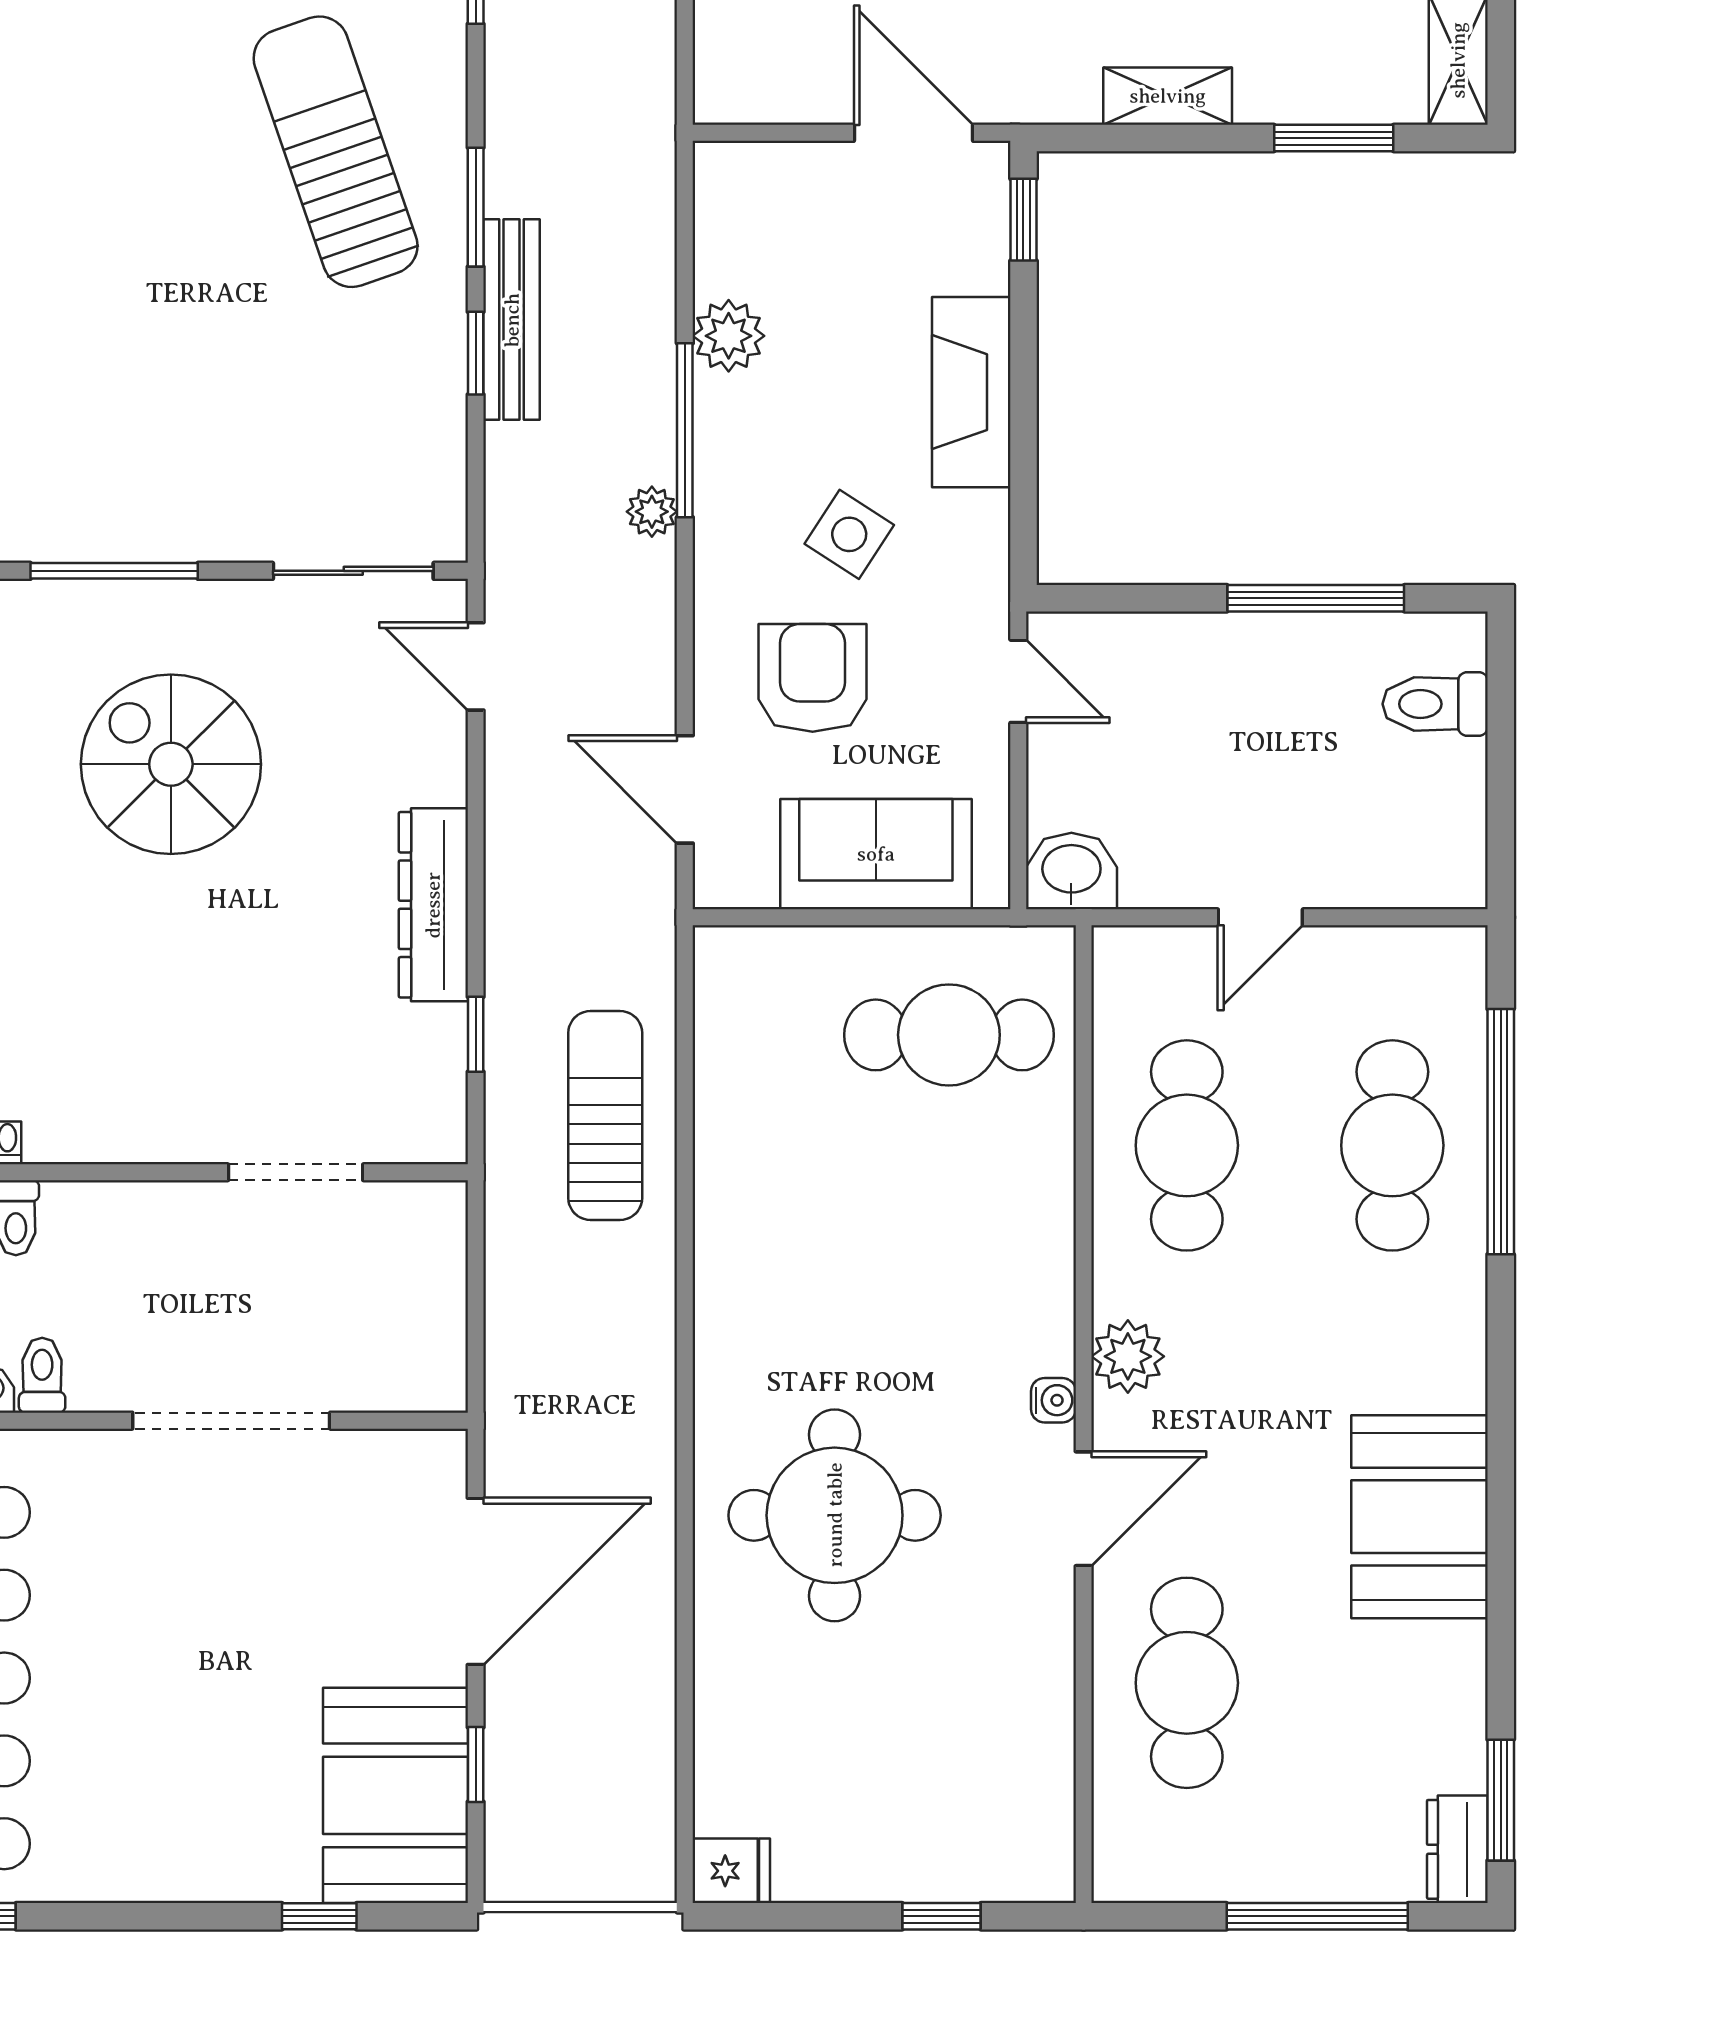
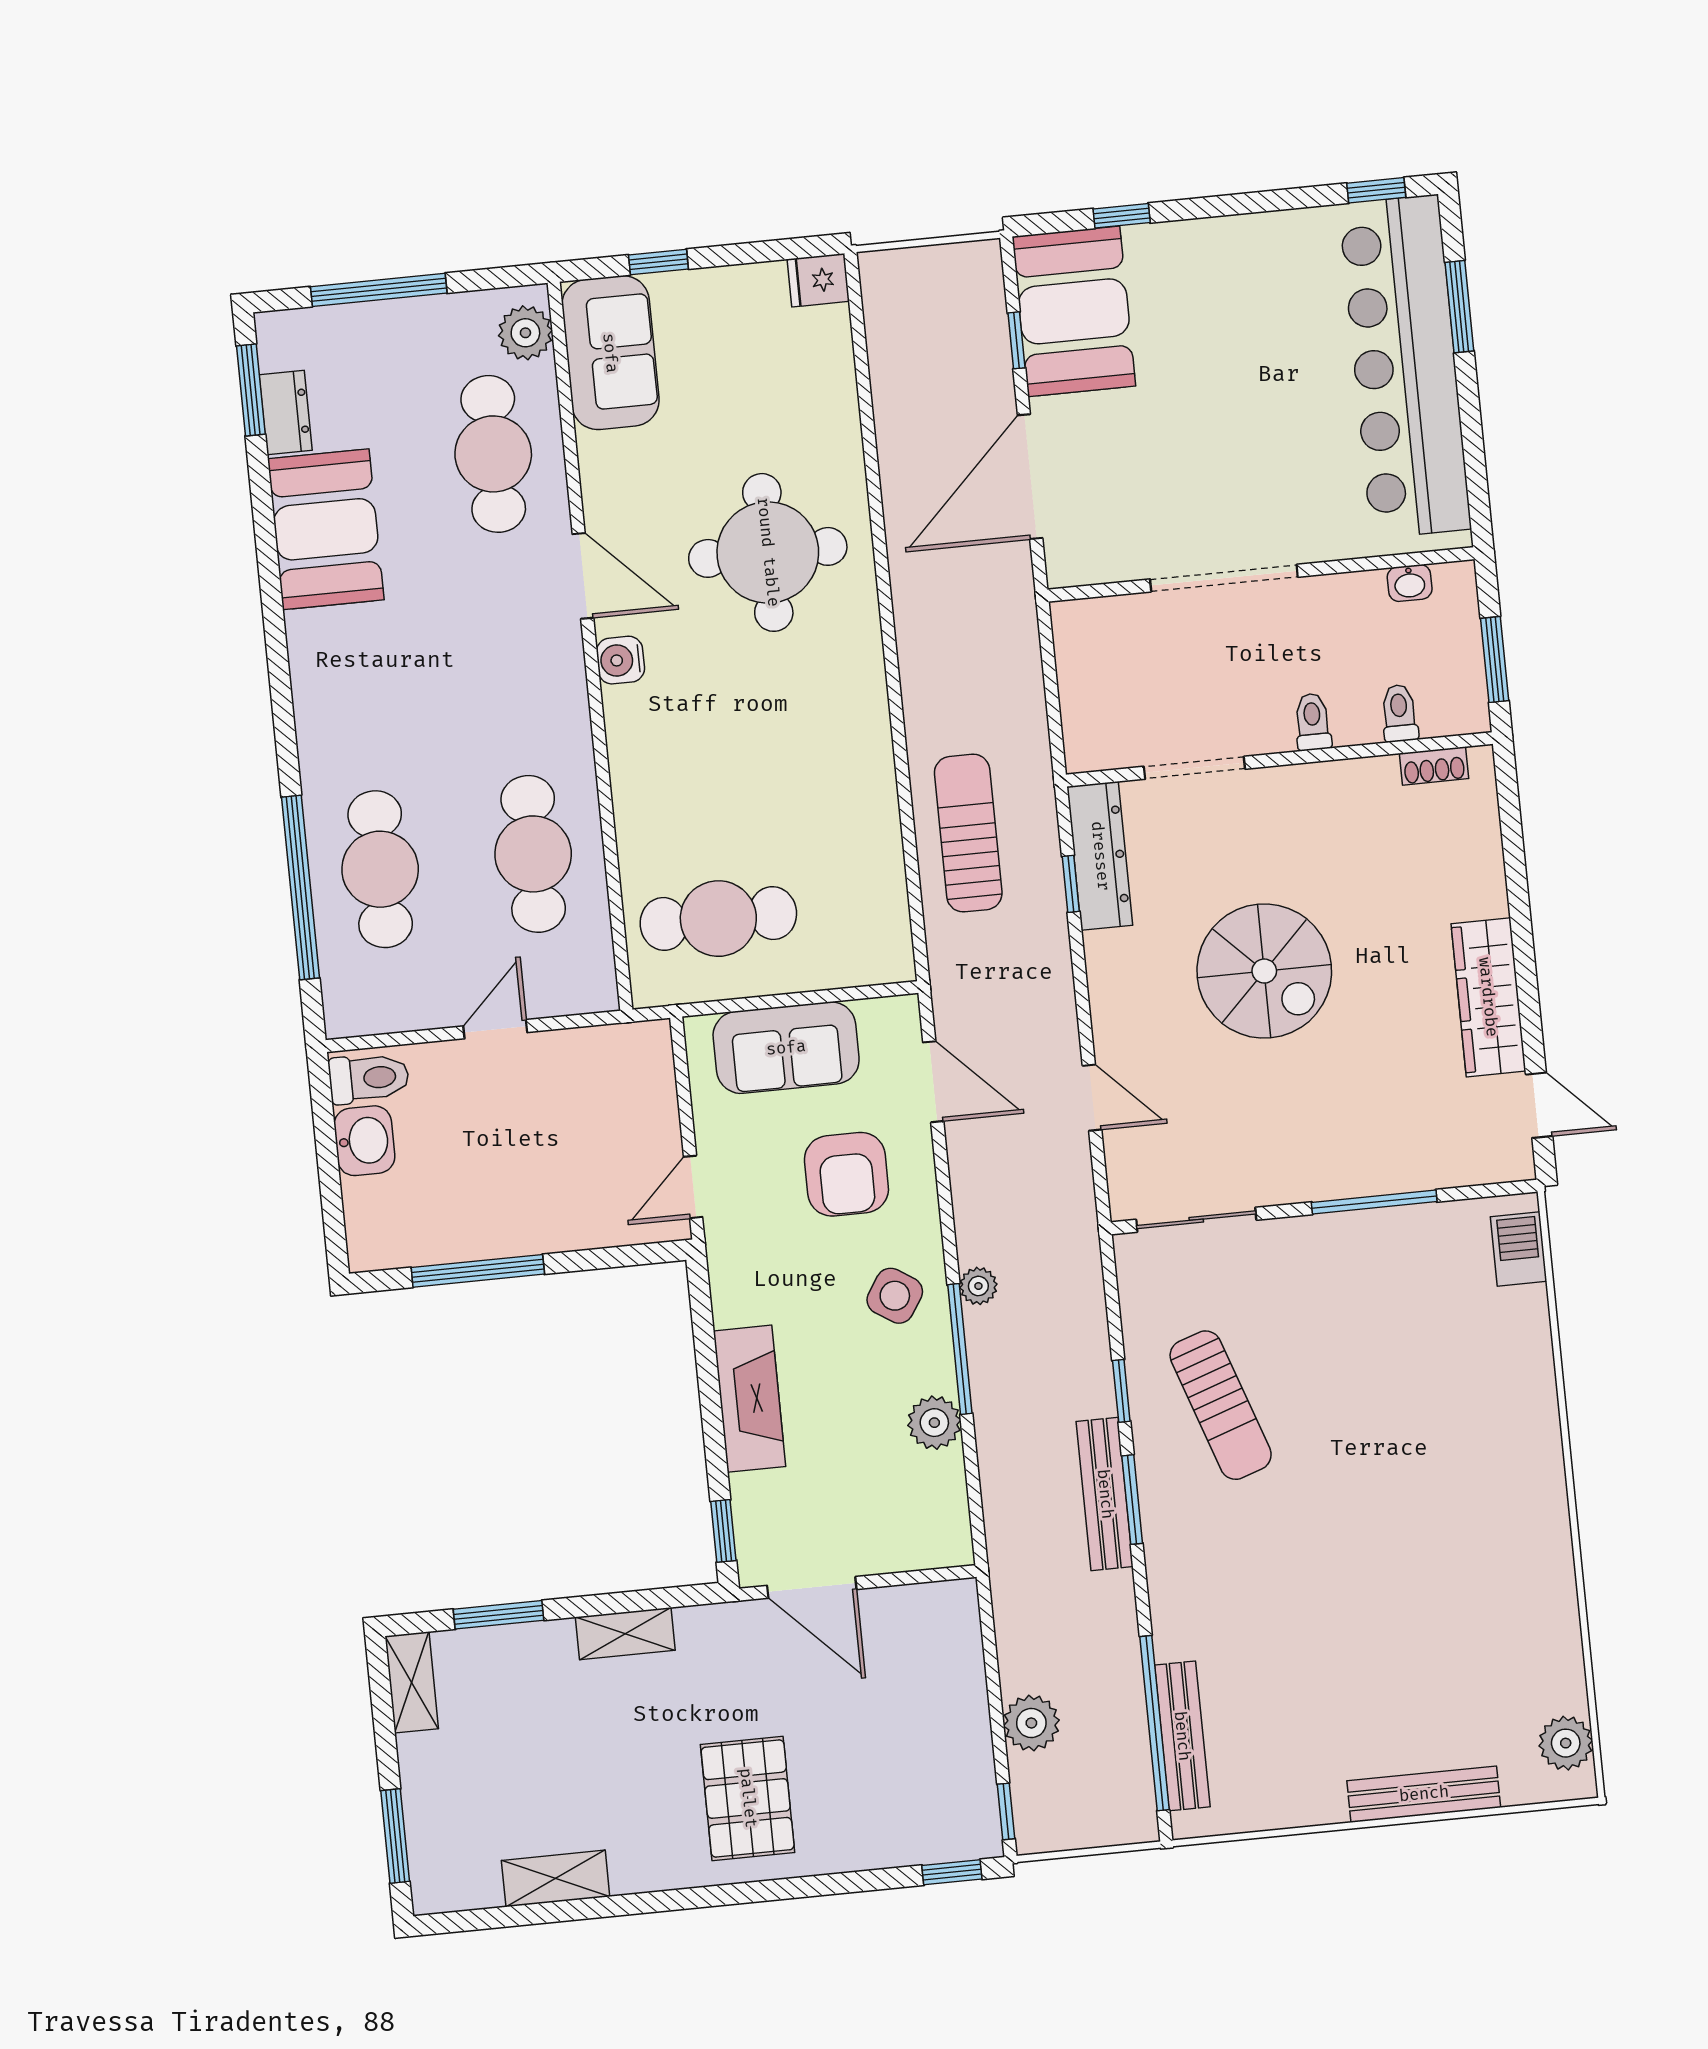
sun lounger: (336, 152) -> (1221, 1405), moved, width x0.73, depth x0.75
bench: (512, 320) -> (1105, 1494), moved
side table: (849, 534) -> (895, 1296), moved
door: (476, 666) -> (1092, 1098), moved
door: (1018, 681) -> (693, 1187), hinge flipped
toilet: (1435, 704) -> (369, 1078), moved
spiral stairs: (171, 764) -> (1264, 971), moved
washbasin: (1071, 871) -> (364, 1141), moved, turned -90
dresser: (433, 905) -> (1100, 856), moved
sun lounger: (605, 1116) -> (968, 833), turned 180
plant: (1128, 1356) -> (525, 333), moved
toilet: (42, 1375) -> (1313, 722), moved, turned 180
water cooler: (1053, 1400) -> (620, 660), width x1.38, depth x1.38
door: (1084, 1509) -> (583, 576), swing flipped
booth: (1419, 1517) -> (326, 529), moved
sofa: (1017, 1802) -> (610, 353), added
dresser: (1457, 1849) -> (286, 412), moved

